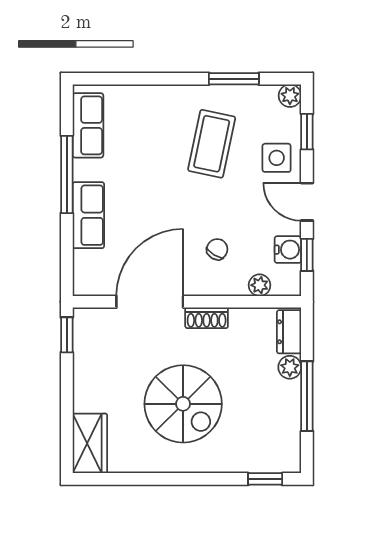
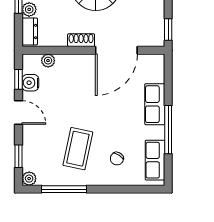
window: (234, 79) -> (64, 189), width x1.44
side table: (277, 158) -> (37, 140), removed
chair: (217, 249) -> (117, 159), moved

